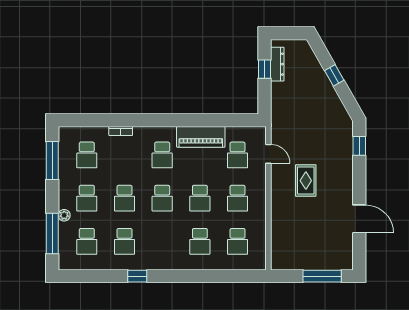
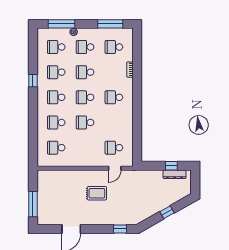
piano: (201, 137) -> (126, 123), removed
school desk: (238, 198) -> (56, 97), moved

